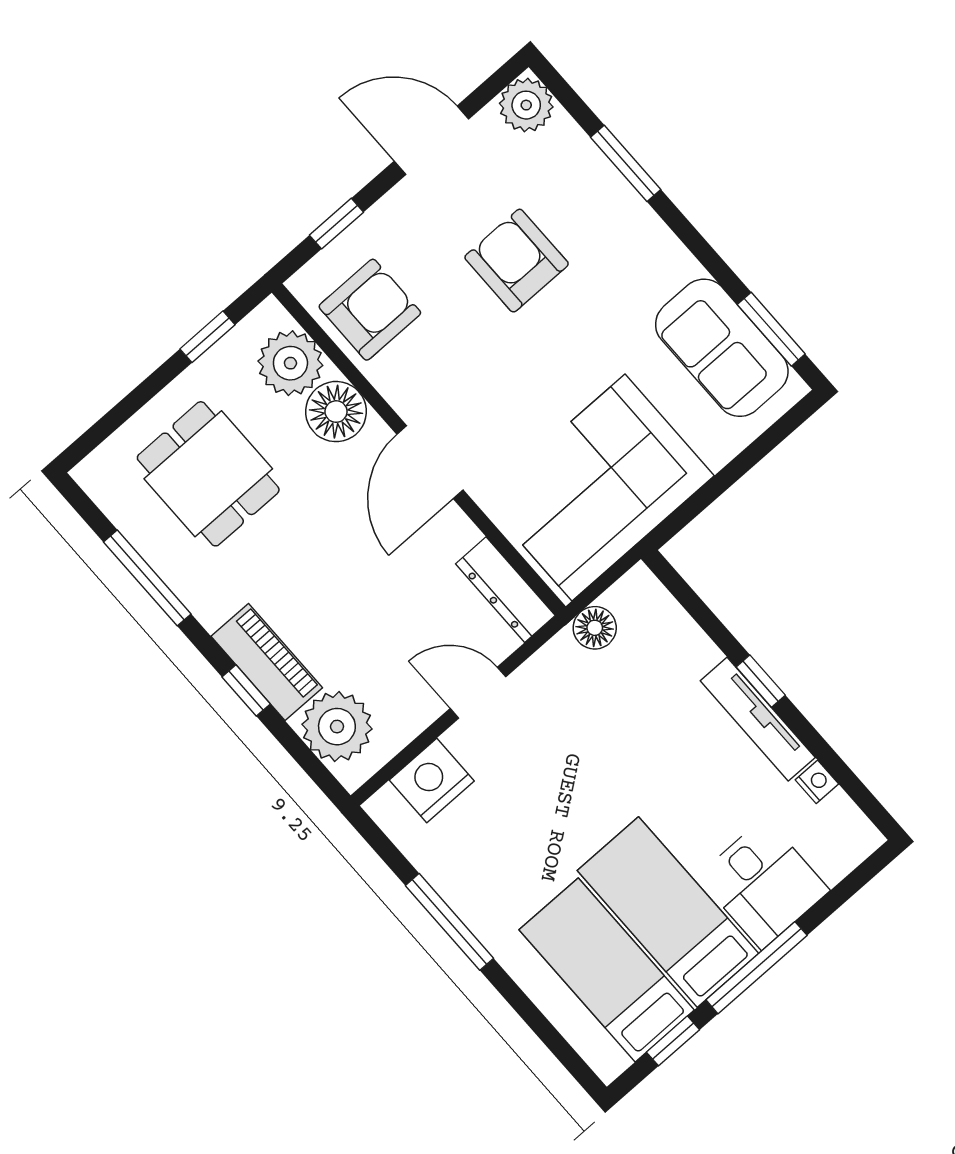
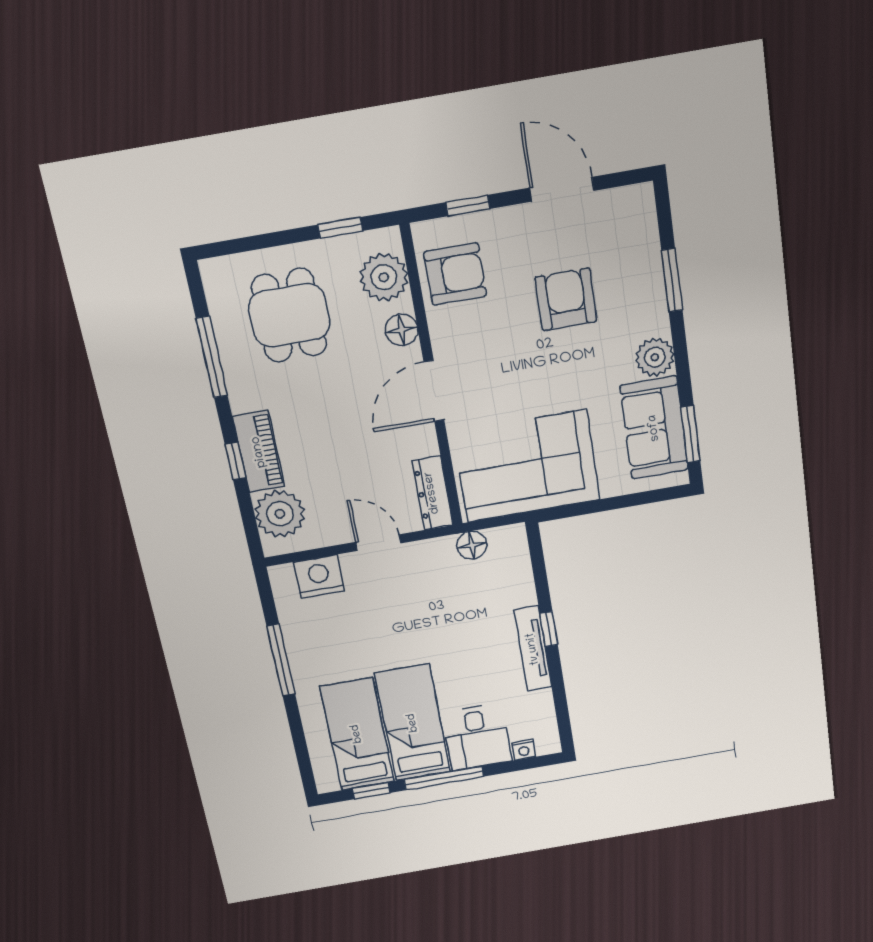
plant: (526, 105) -> (655, 357), moved
floor lamp: (336, 412) -> (402, 330), width x0.73, depth x0.73
nightstand: (817, 782) -> (524, 750), moved, turned 90

